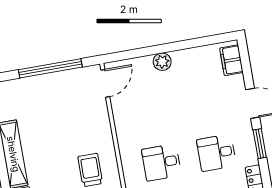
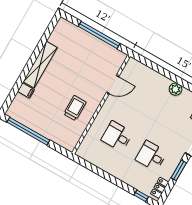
plant: (162, 62) -> (175, 89), moved
door: (105, 83) -> (113, 85), moved

